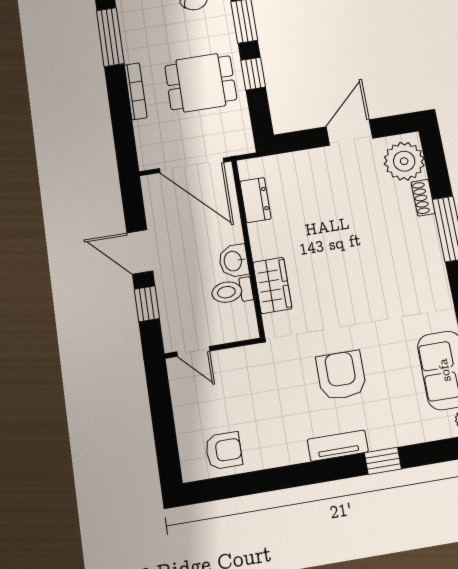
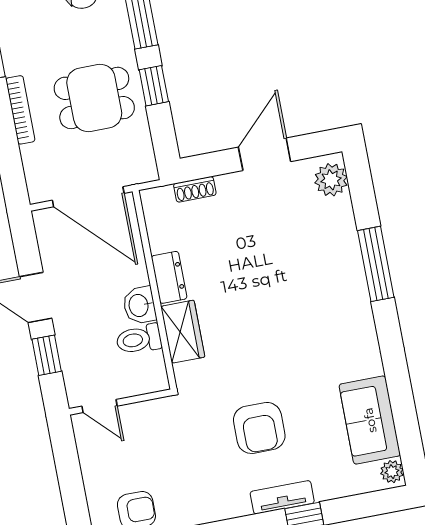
plant: (404, 161) -> (331, 180), width x0.73, depth x0.73
shoe rack: (423, 198) -> (195, 189), moved, turned -90
dresser: (255, 200) -> (169, 277), moved
armchair: (341, 375) -> (259, 428), turned 180
tv unit: (338, 446) -> (282, 497), moved

